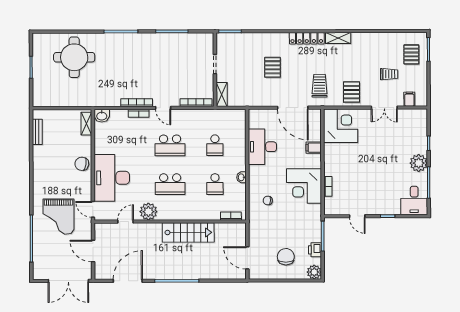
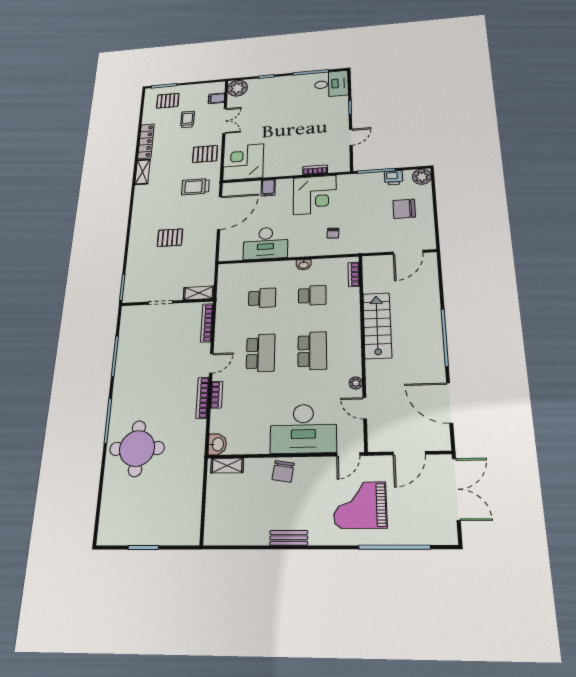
locker: (307, 38) -> (146, 141), moved
round table: (74, 57) -> (137, 448), moved
bench: (37, 132) -> (289, 538), moved
plant: (419, 163) -> (237, 88), moved
plant: (148, 212) -> (356, 383), width x0.53, depth x0.53
grand piano: (59, 217) -> (360, 505), turned 180

